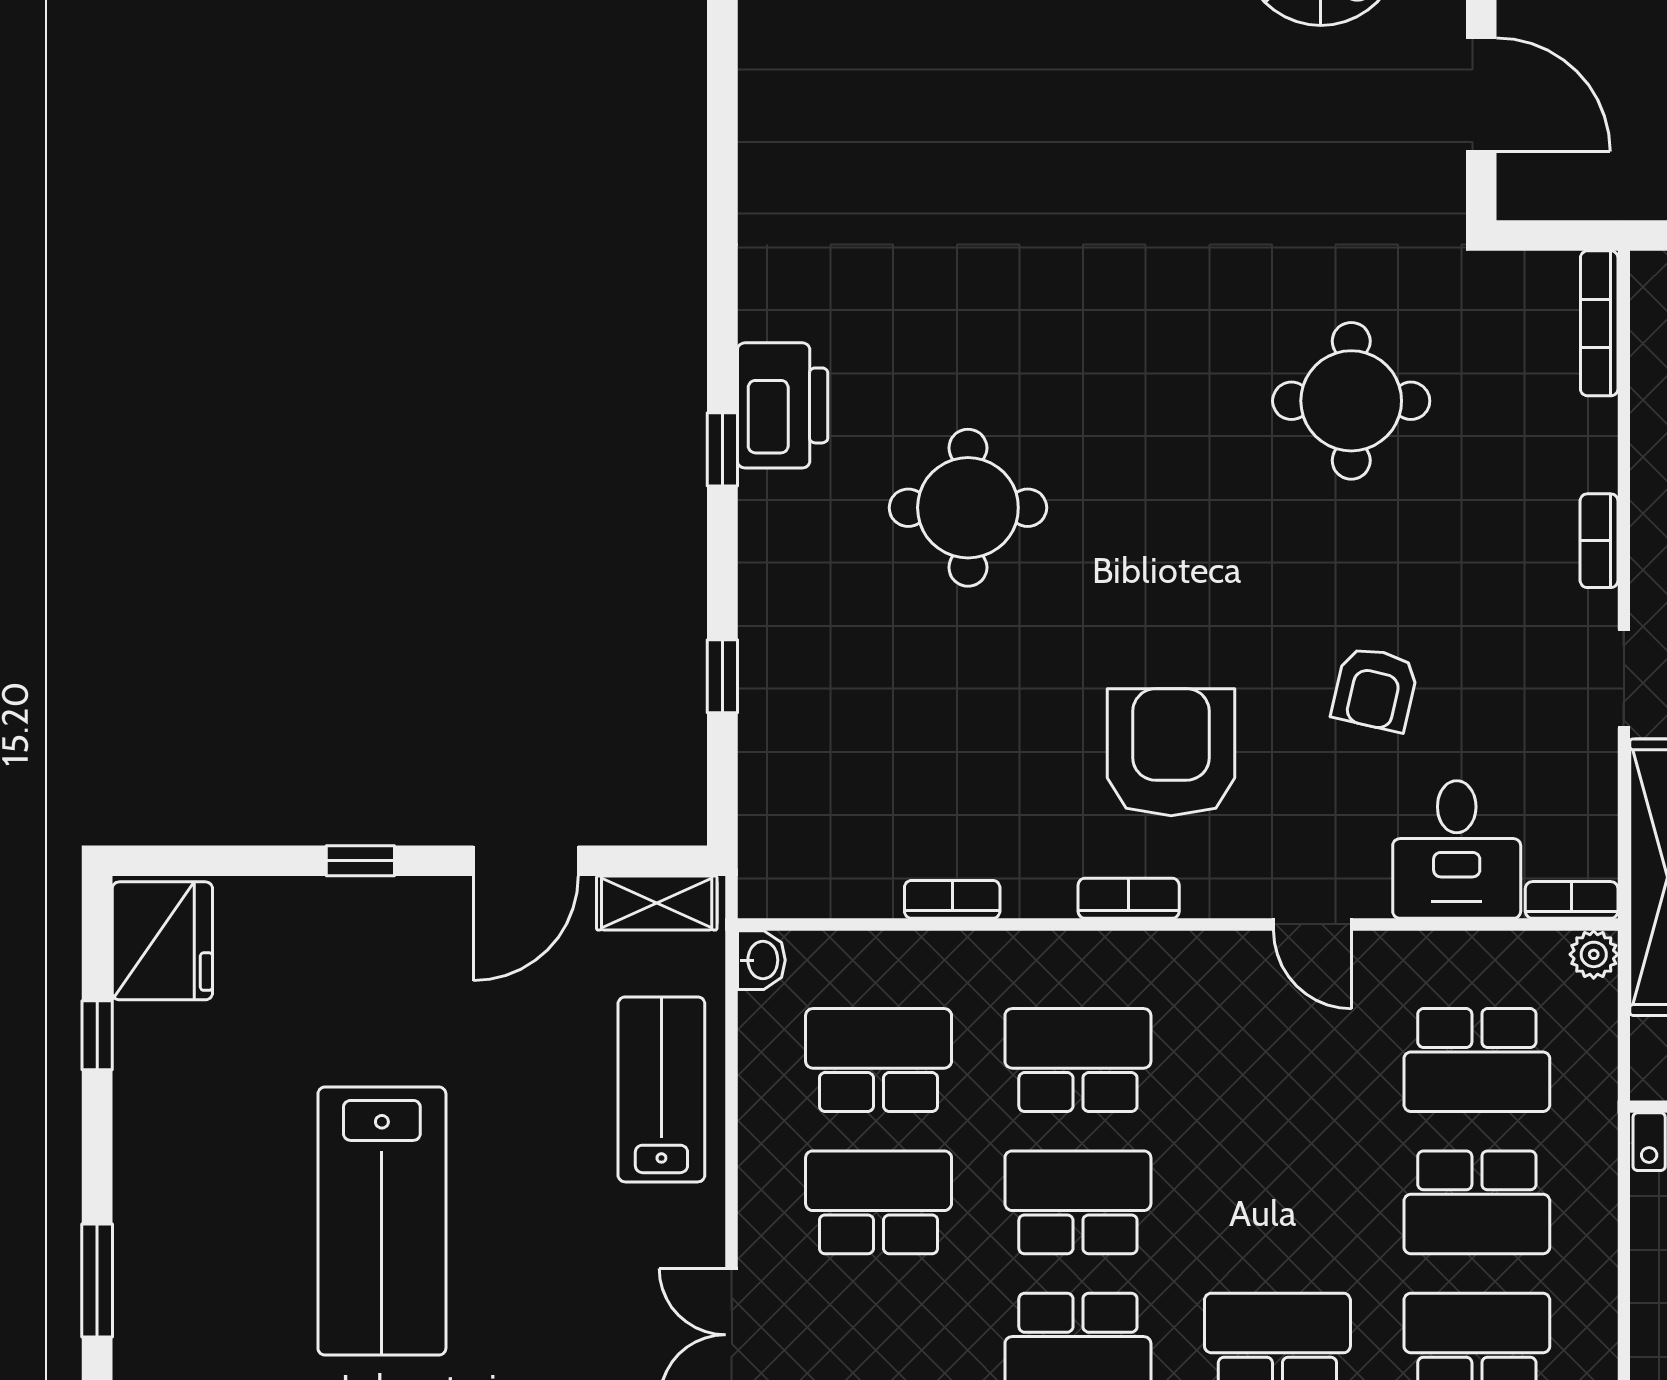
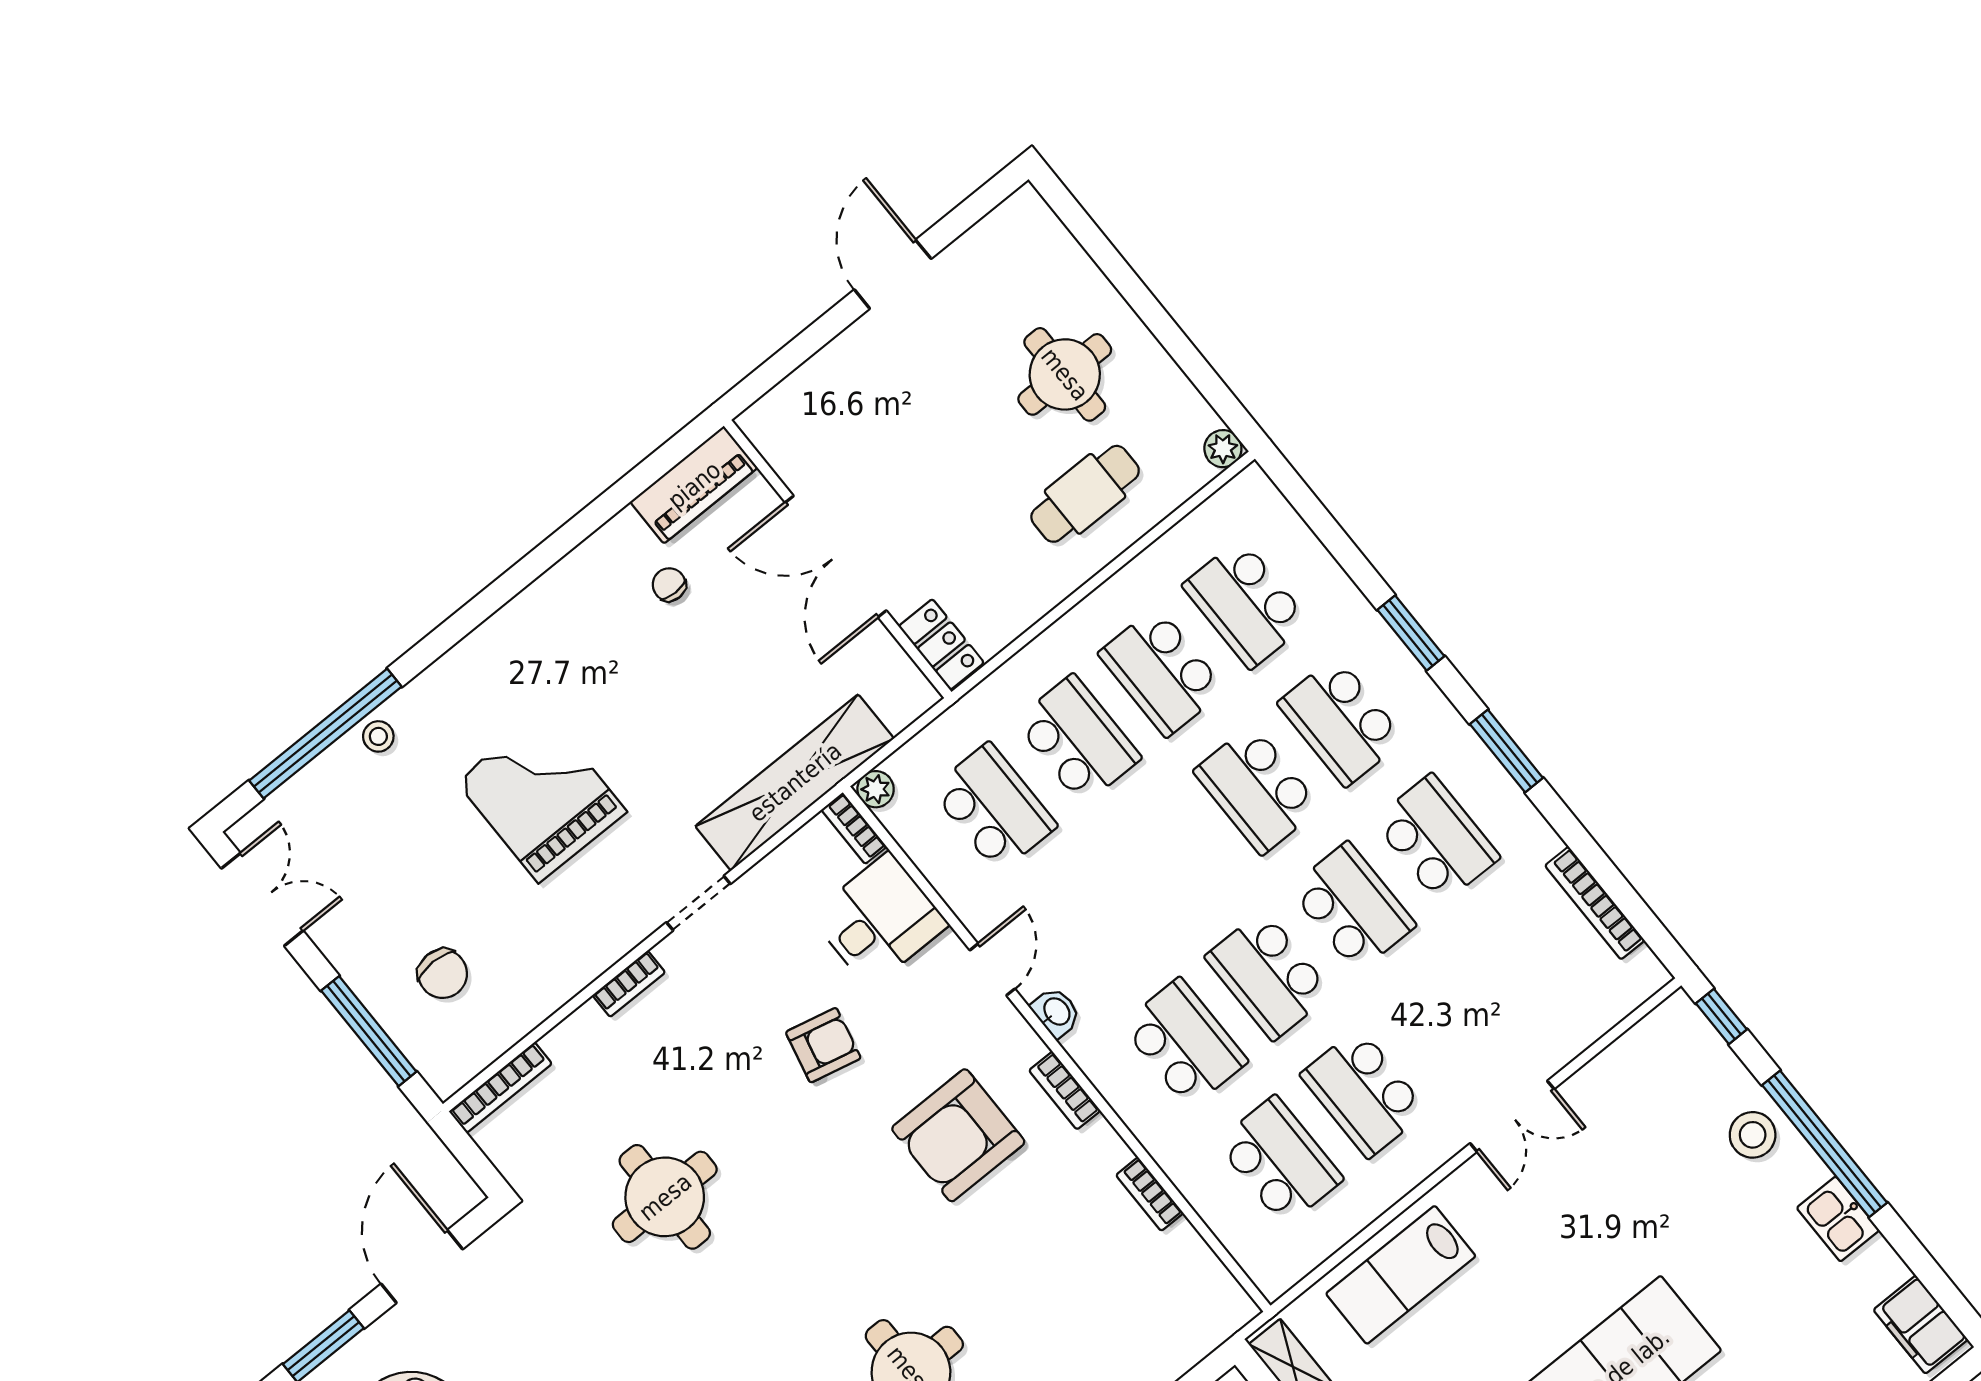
washbasin: (761, 960) -> (1056, 1012), moved, turned 90
school desk: (879, 1060) -> (1280, 1161), turned 180
school desk: (1078, 1060) -> (1184, 1043), turned 180

